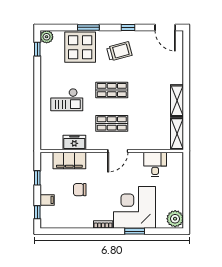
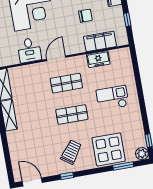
window: (88, 27) -> (123, 166), moved
trolley: (119, 51) -> (71, 152), turned 141
desk: (155, 164) -> (29, 50), moved

